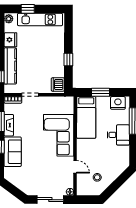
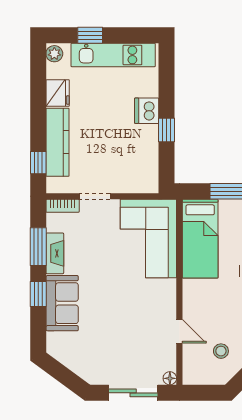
dishwasher: (58, 84) -> (147, 111), moved
corner sofa: (59, 135) -> (148, 239), moved

